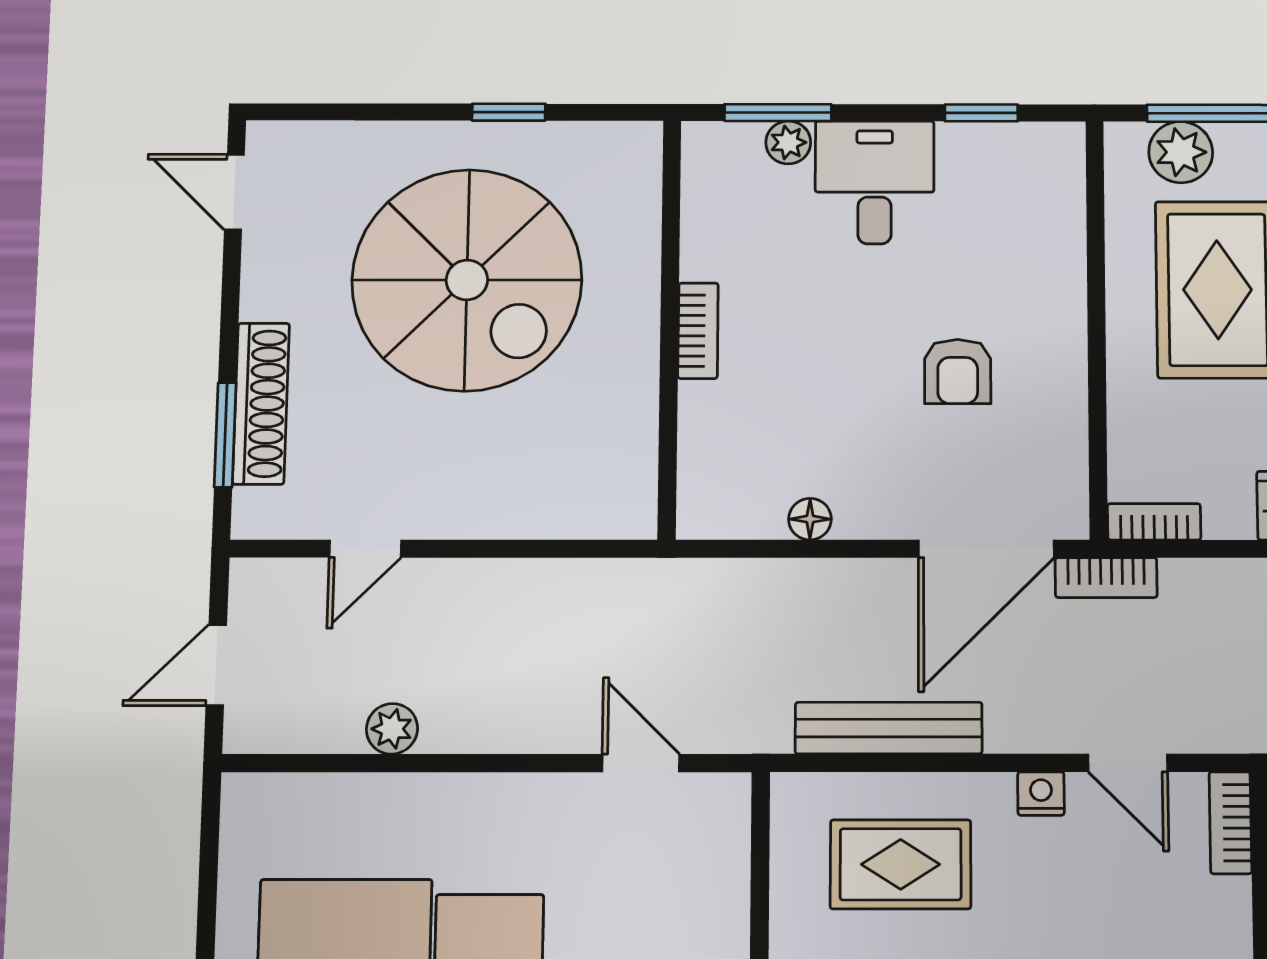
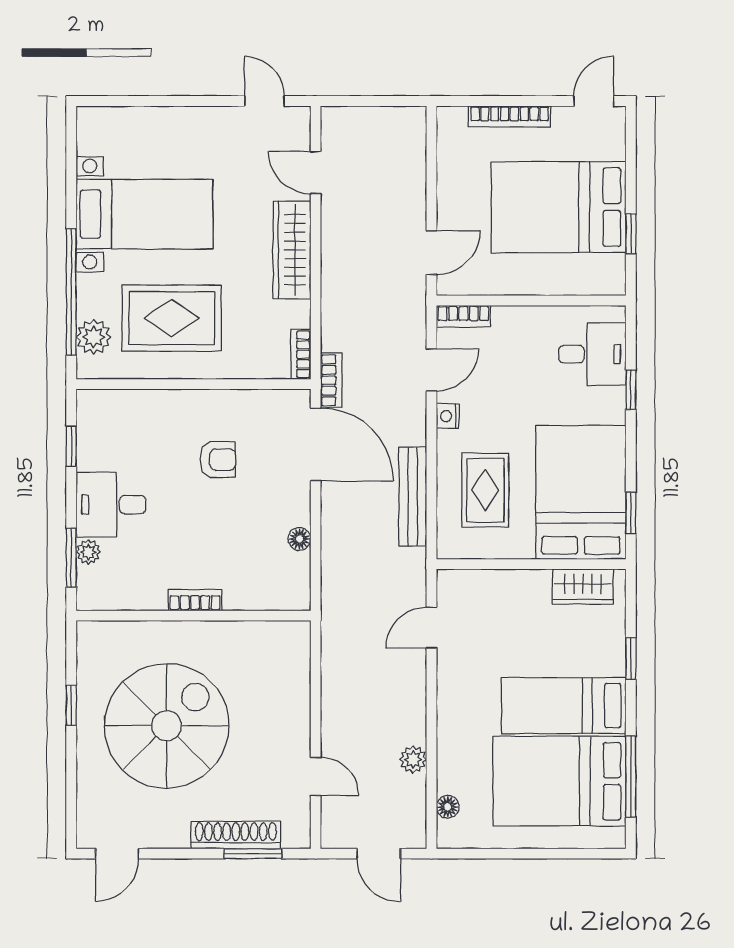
floor lamp: (300, 794) -> (448, 807), added

